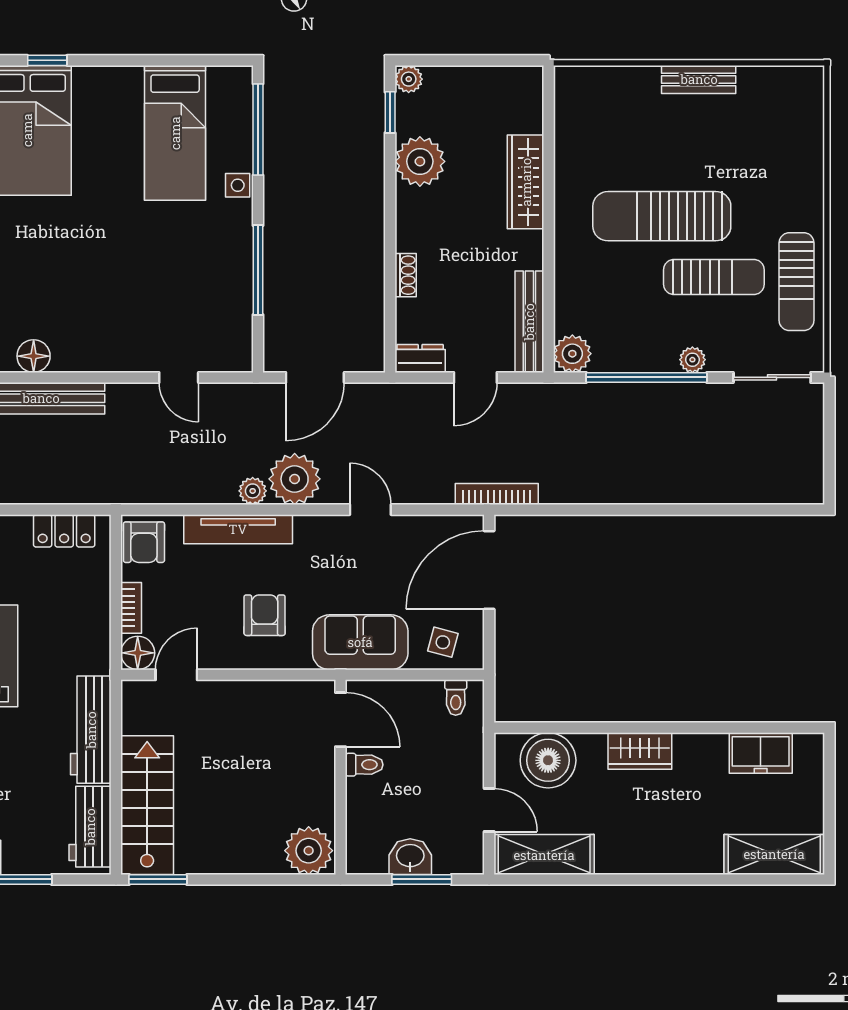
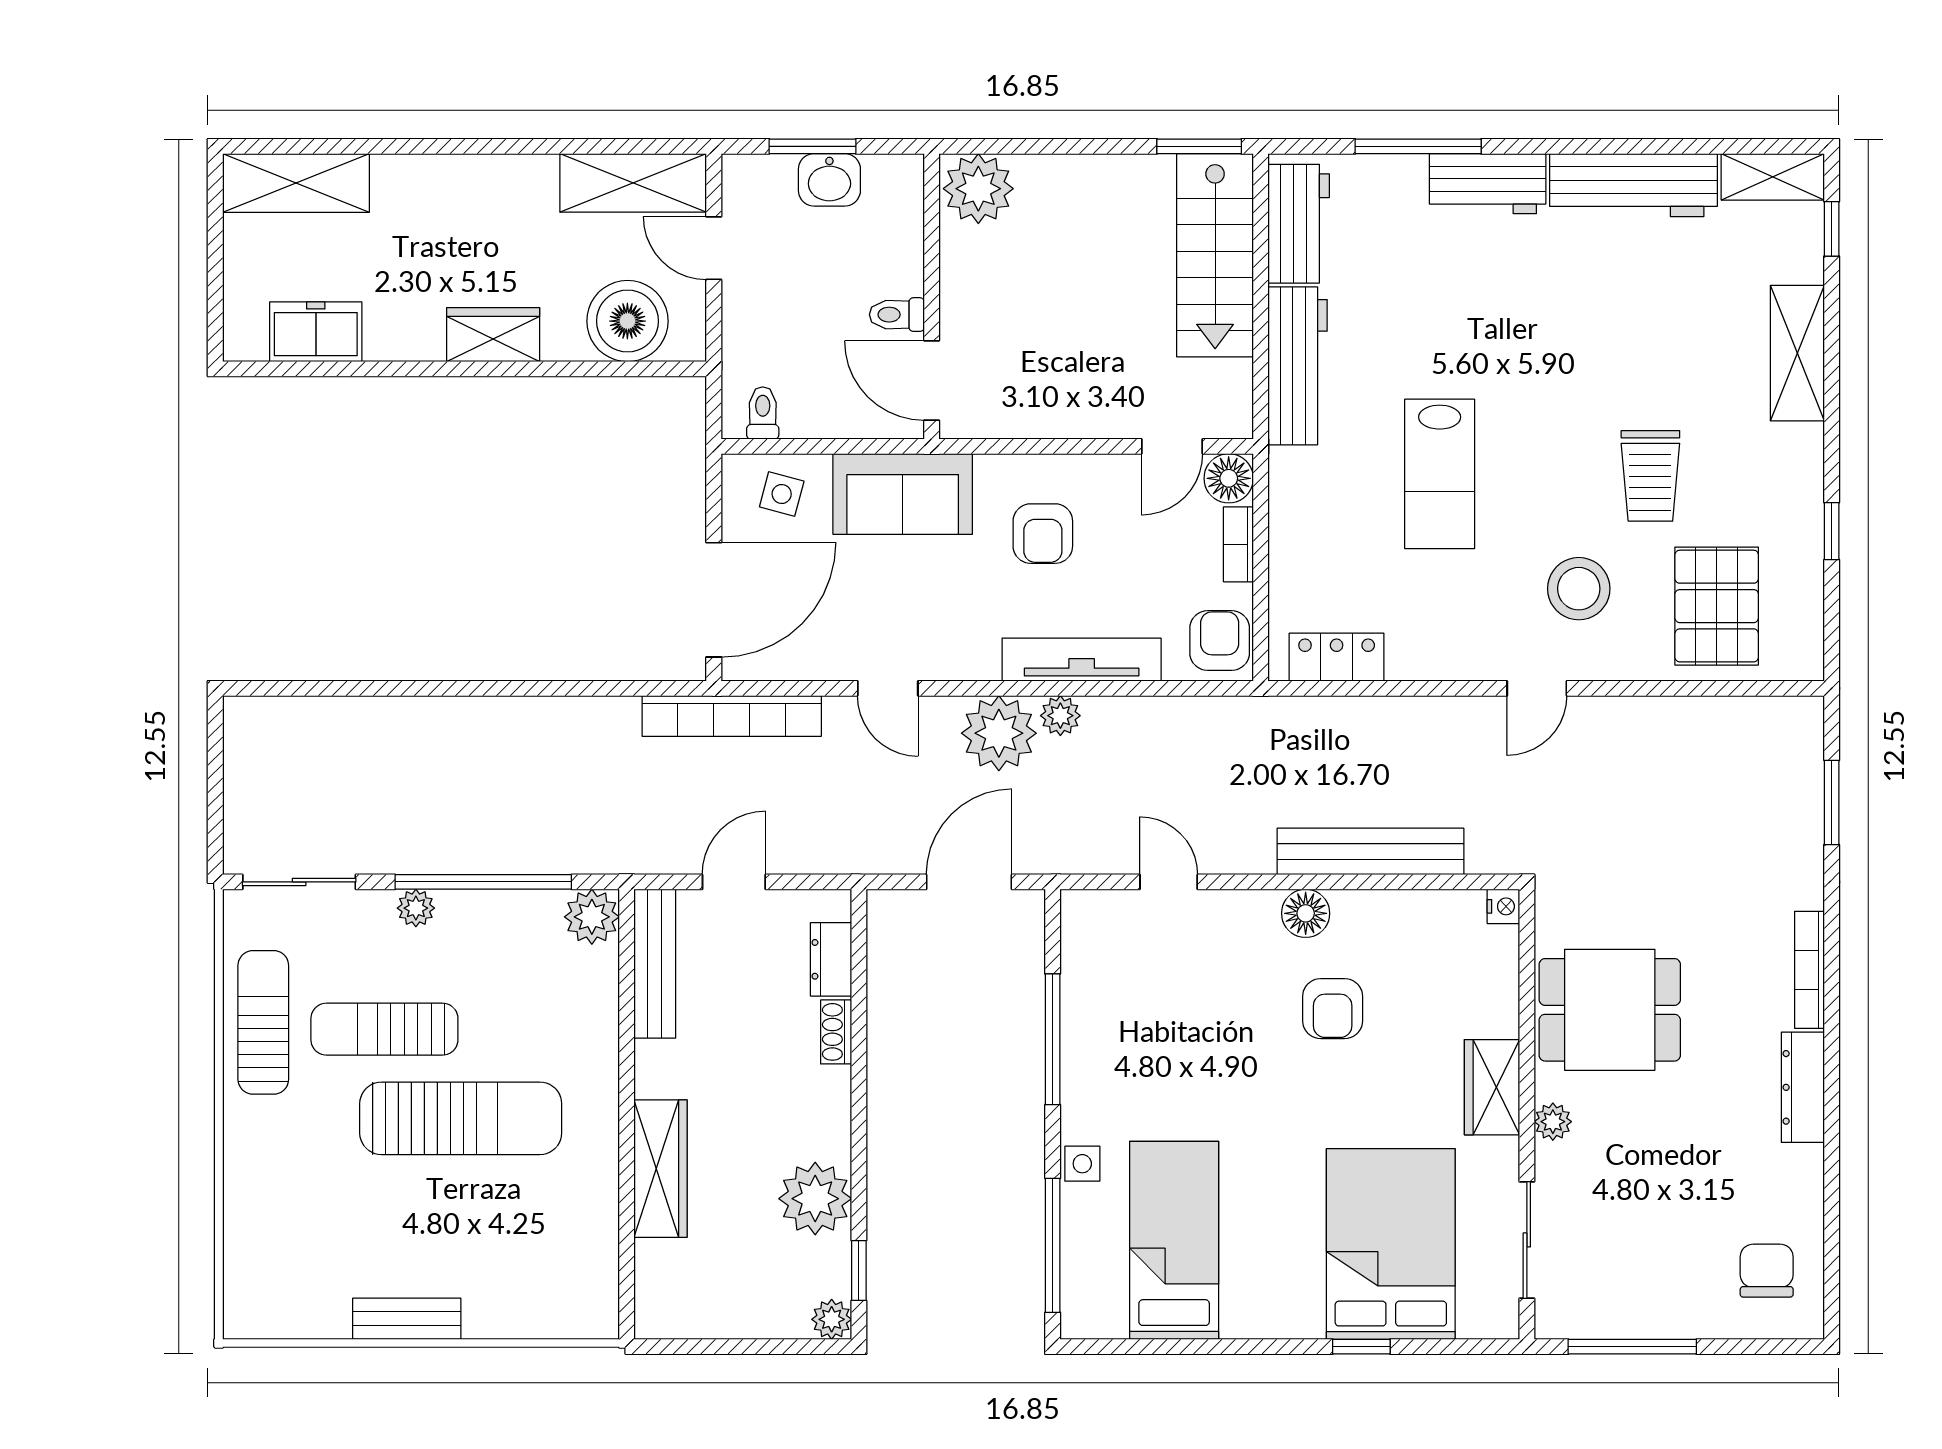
armchair: (67, 291) -> (1333, 1009), added
floor lamp: (34, 356) -> (1306, 913), moved
dresser: (420, 358) -> (831, 959), moved, turned 90
bookcase: (497, 494) -> (732, 716), width x1.48, depth x1.31

